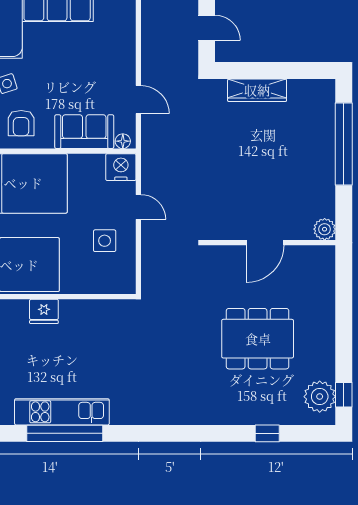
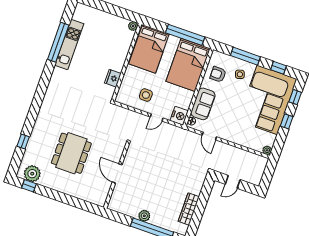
wardrobe: (257, 90) -> (189, 209), moved
door: (138, 100) -> (209, 136), hinge flipped
plant: (325, 229) -> (144, 216), moved
fridge: (44, 311) -> (113, 78), moved

